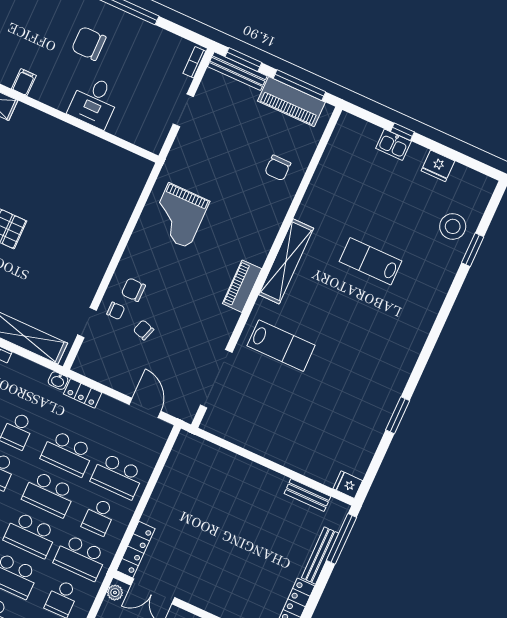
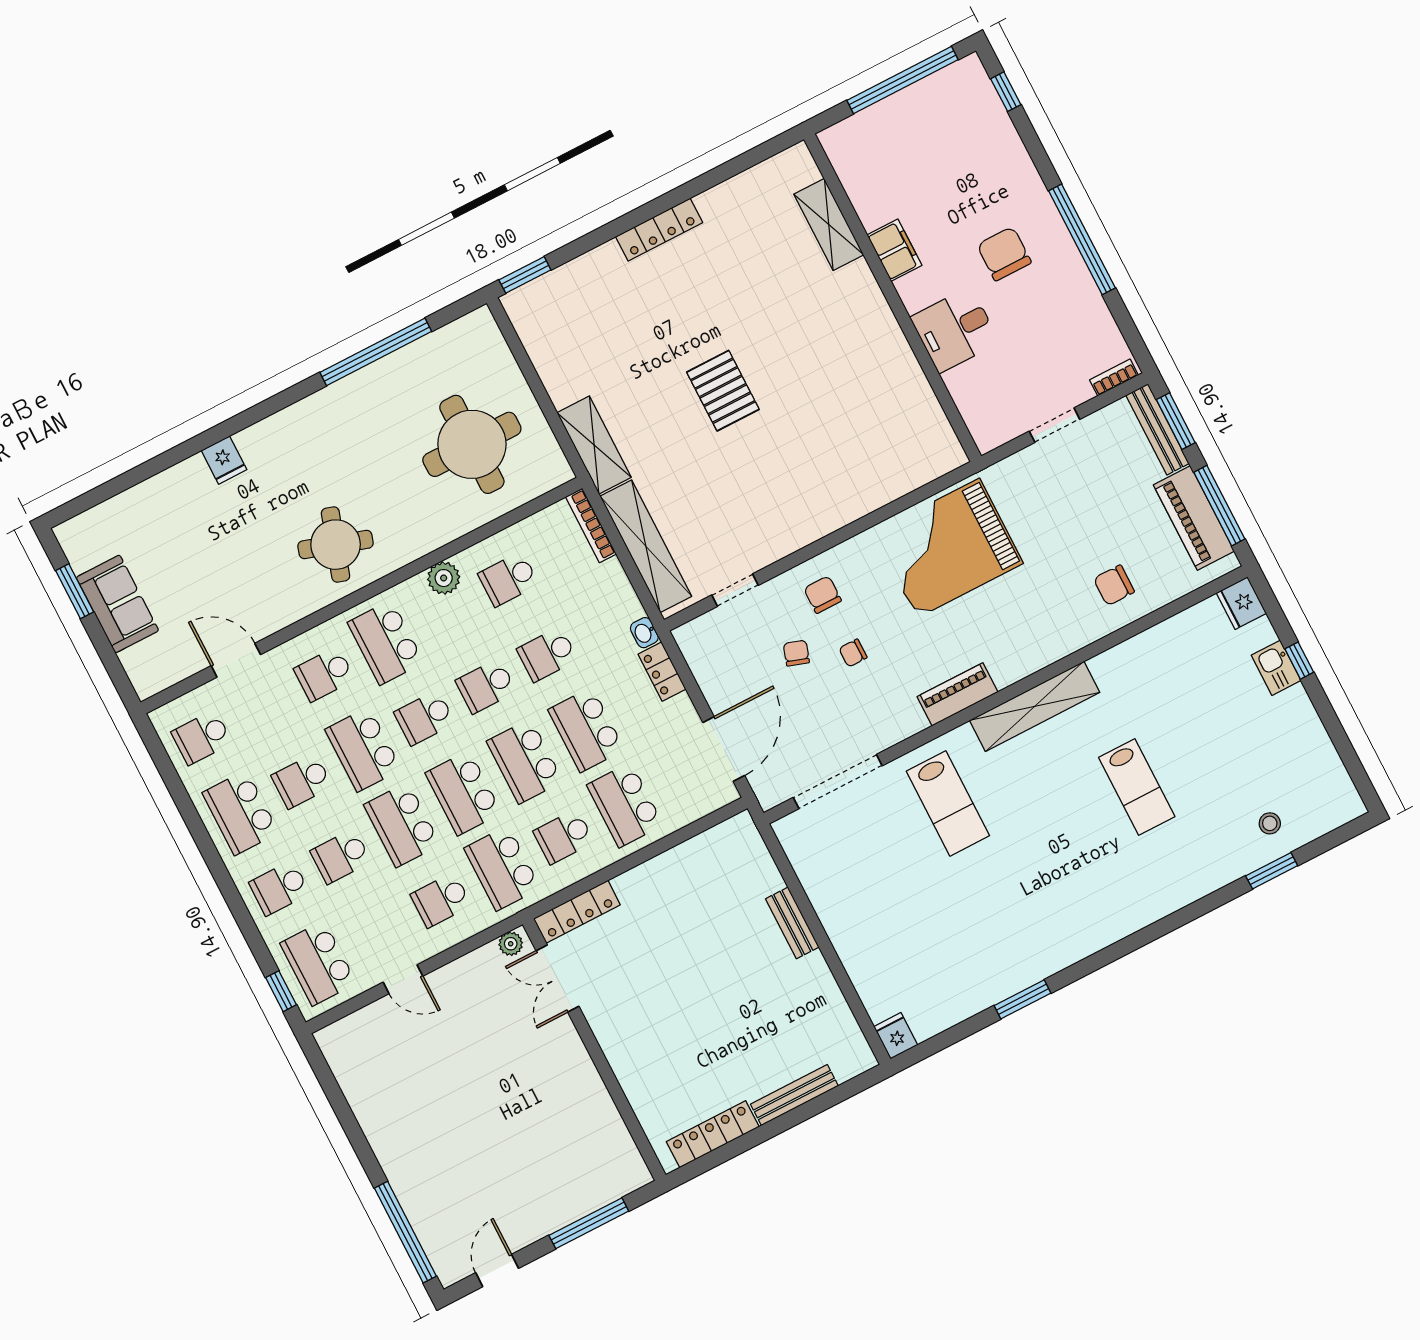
filing cabinet: (24, 82) -> (894, 250), width x2.00
fridge: (438, 166) -> (1241, 603), moved
grand piano: (179, 216) -> (948, 548), width x1.37, depth x1.48
stool: (453, 226) -> (1270, 823), width x0.53, depth x0.53
lab bench: (370, 261) -> (1137, 787), turned 180
chair: (116, 311) -> (853, 653), moved, turned 90
door: (145, 408) -> (724, 749), width x1.36
bench: (307, 495) -> (792, 923), moved
window: (341, 539) -> (836, 1095), removed

